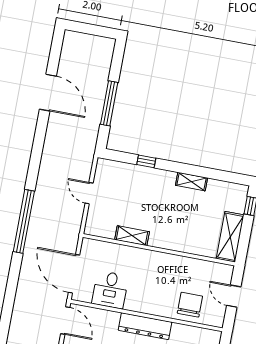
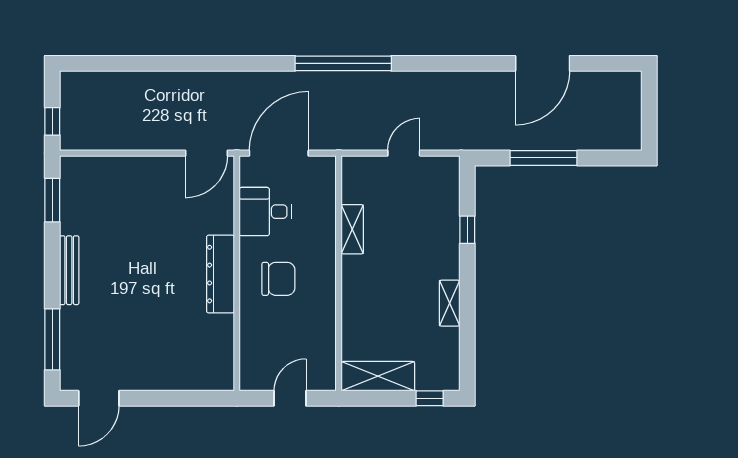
chair: (190, 305) -> (278, 279), moved

